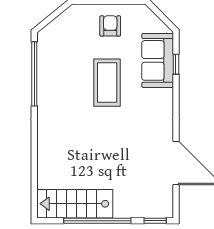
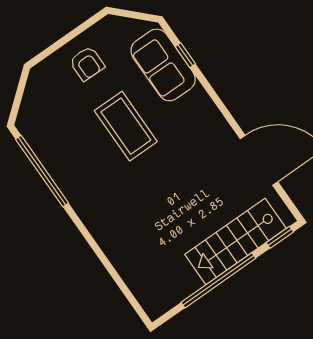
armchair: (110, 26) -> (87, 63), turned 180
stairs: (75, 204) -> (235, 241), moved

